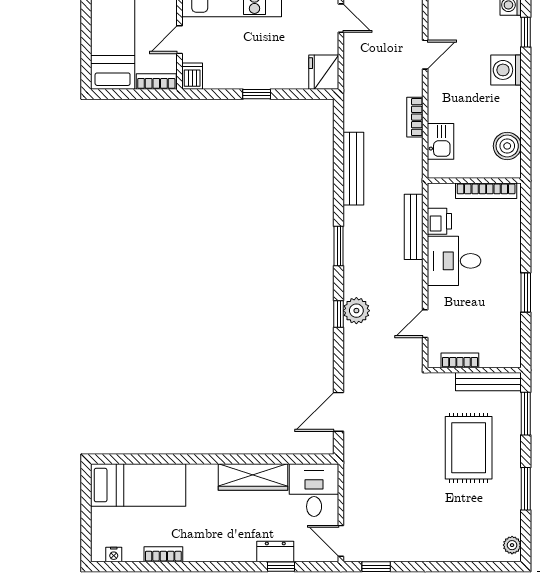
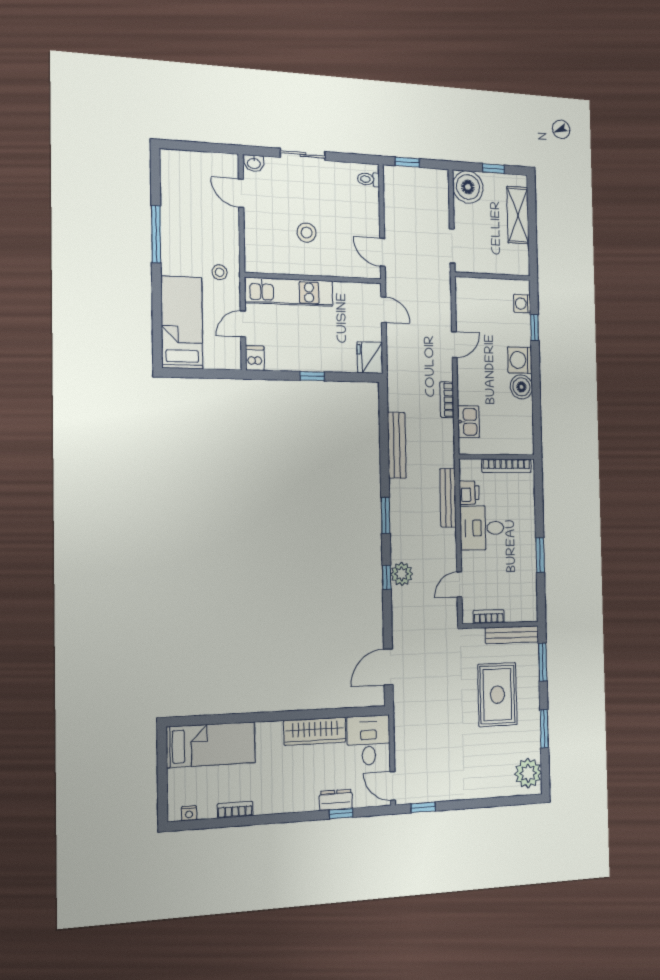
bookcase: (156, 81) -> (223, 362), removed
boiler: (507, 146) -> (521, 387), moved
plant: (512, 545) -> (528, 773), width x1.88, depth x1.88

